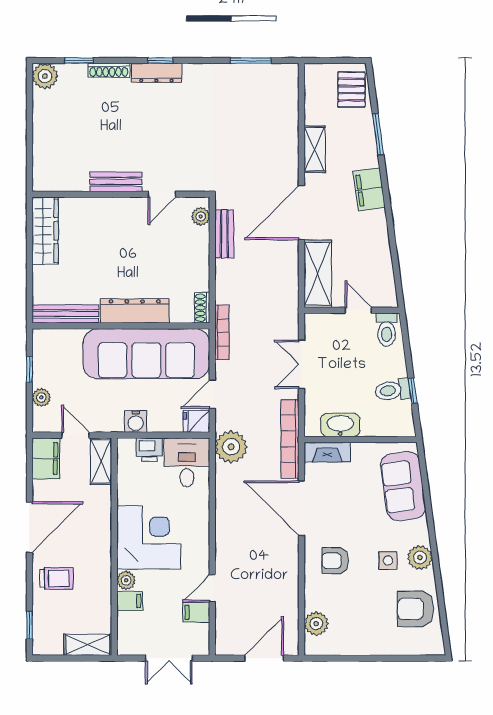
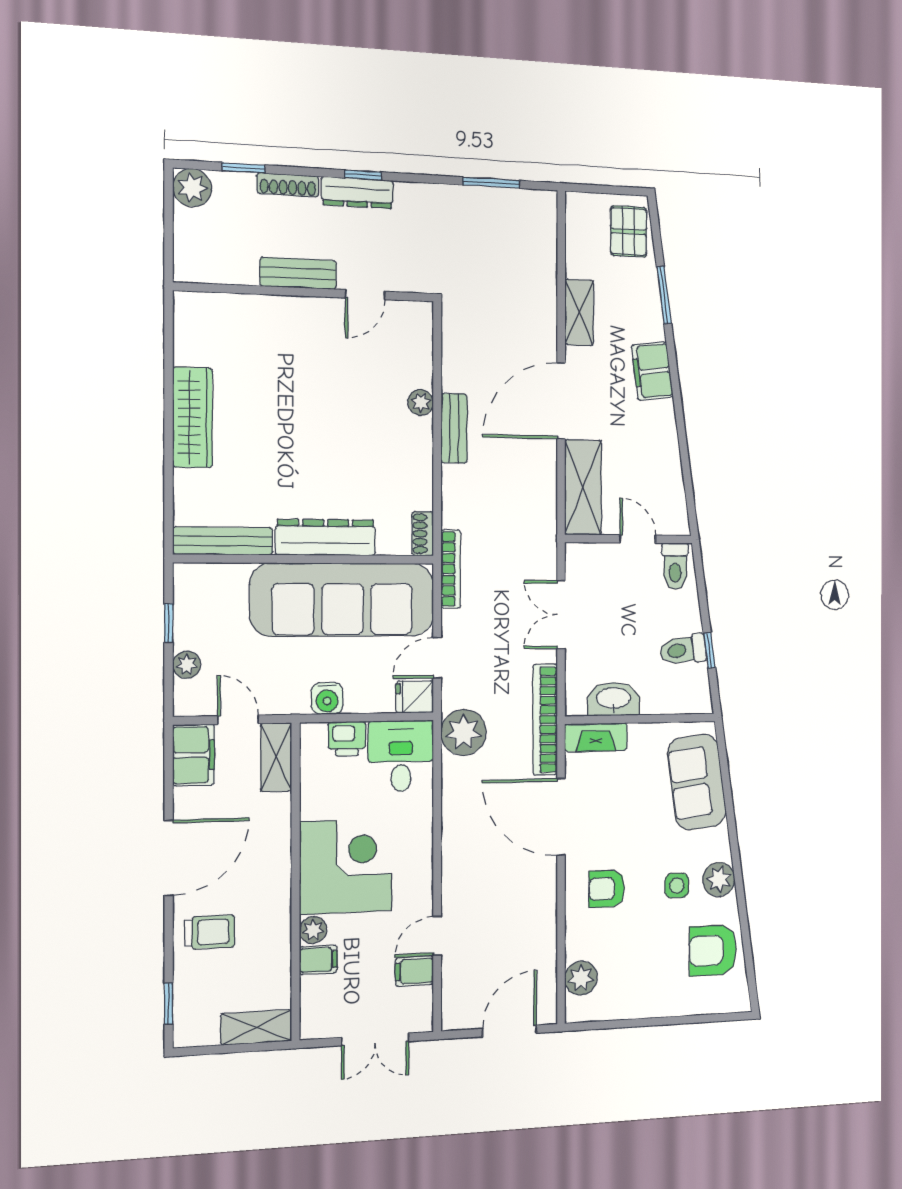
bench: (116, 182) -> (298, 273), moved
wall: (121, 194) -> (305, 292), moved
door: (162, 194) -> (365, 295), moved

